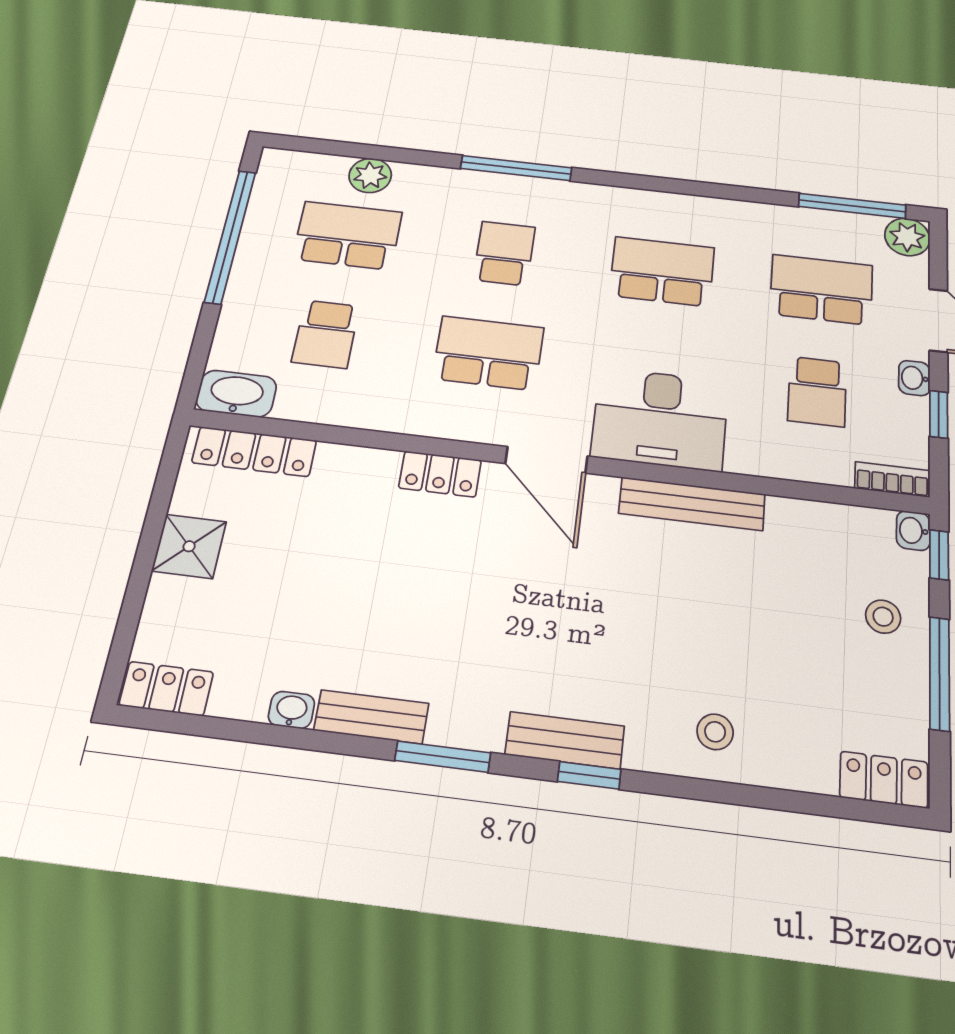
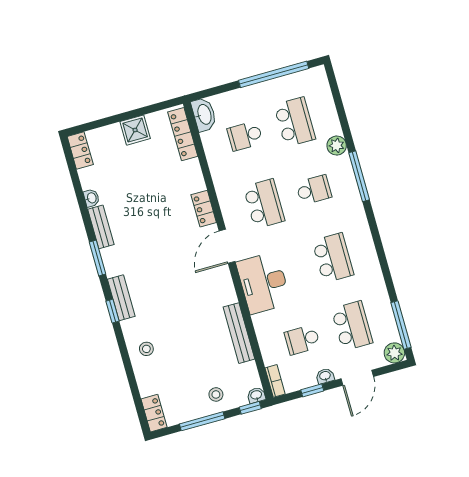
plant: (370, 175) -> (337, 146), moved
bench: (692, 504) -> (239, 333), moved

